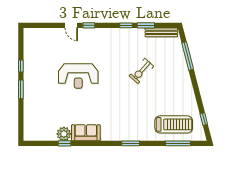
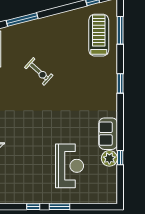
reception desk: (78, 76) -> (70, 166), moved

